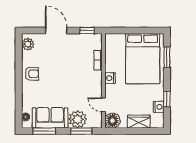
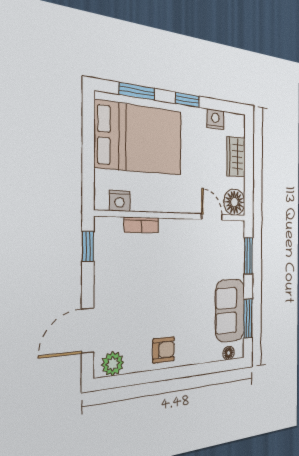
door: (56, 31) -> (88, 331), moved
armchair: (32, 74) -> (164, 350), turned 90
nightstand: (110, 78) -> (120, 201), moved
window: (167, 99) -> (187, 100), moved
door: (103, 105) -> (212, 217), swing flipped
plant: (78, 119) -> (232, 262), removed

